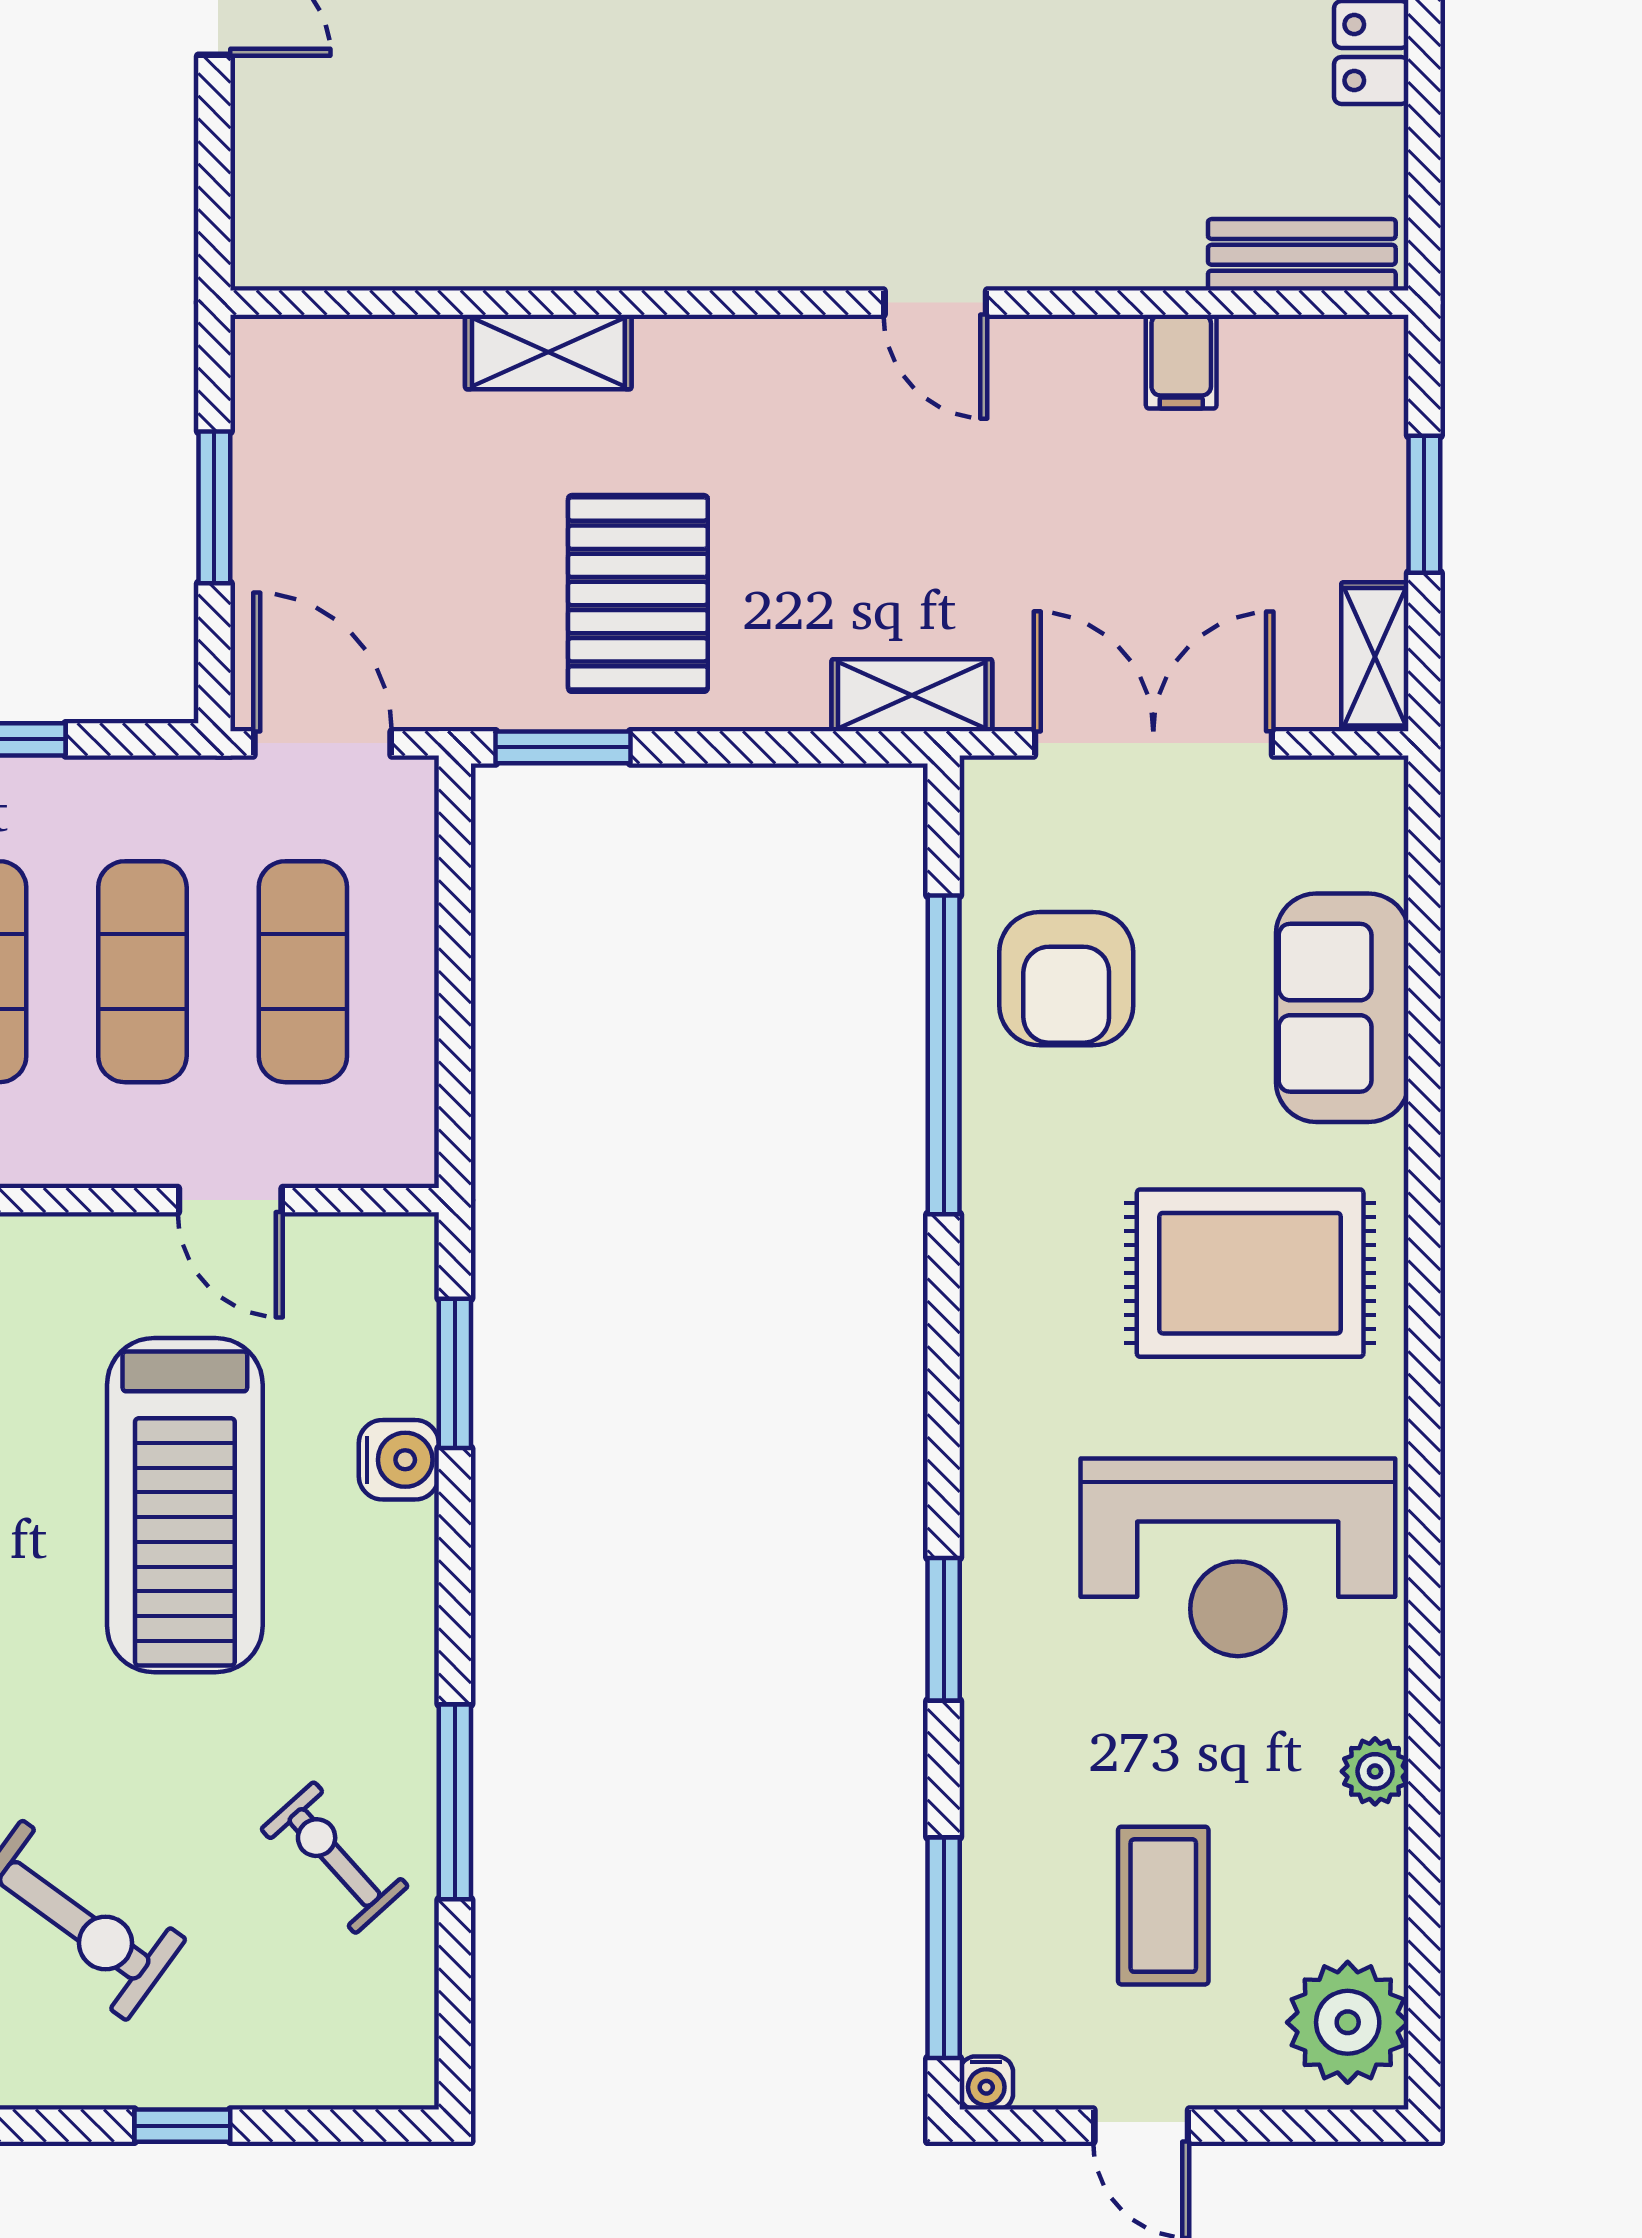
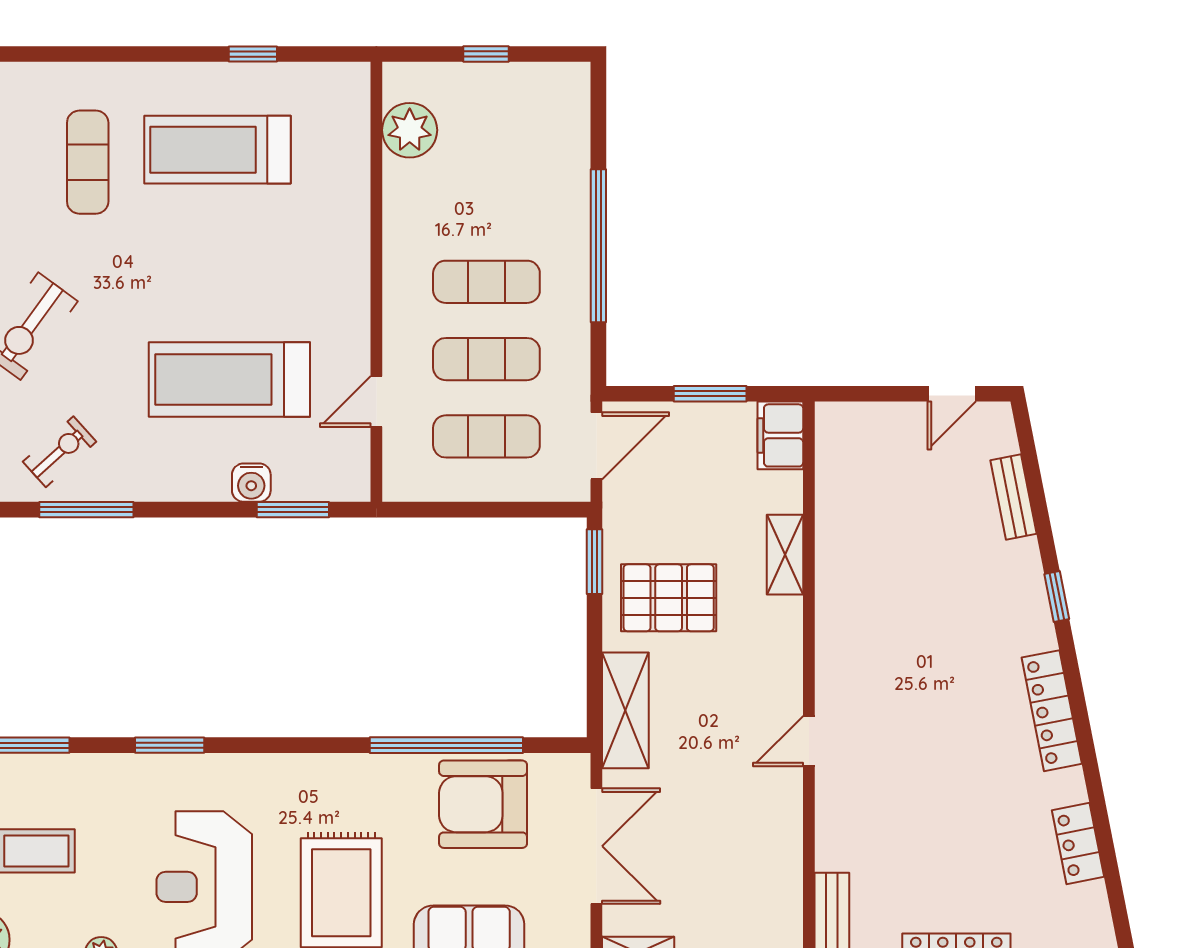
filing cabinet: (1181, 362) -> (780, 435), moved, width x2.00
shelving: (912, 695) -> (625, 710), width x1.50, depth x1.33
armchair: (1066, 979) -> (483, 804), width x1.36, depth x1.36

